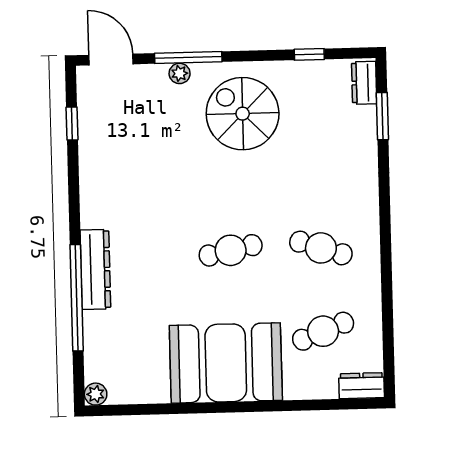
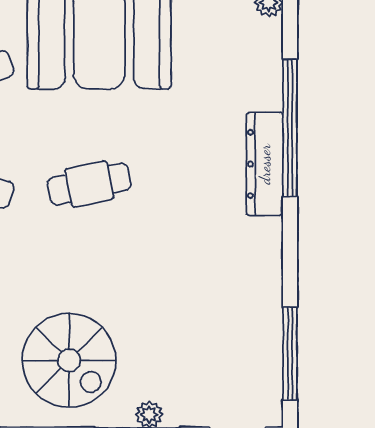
window: (72, 123) -> (290, 353), width x2.17

